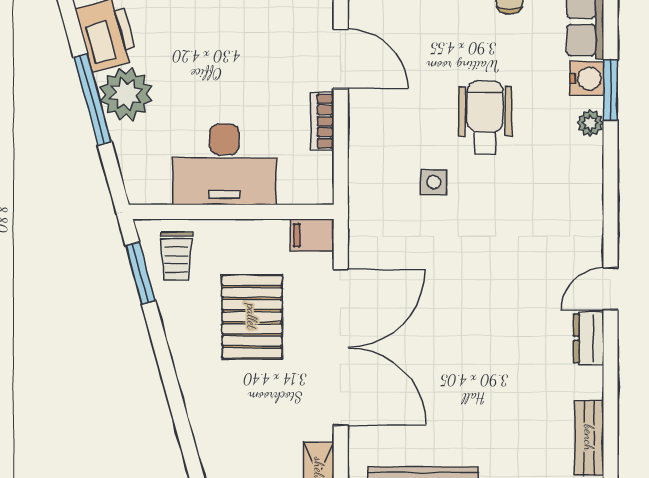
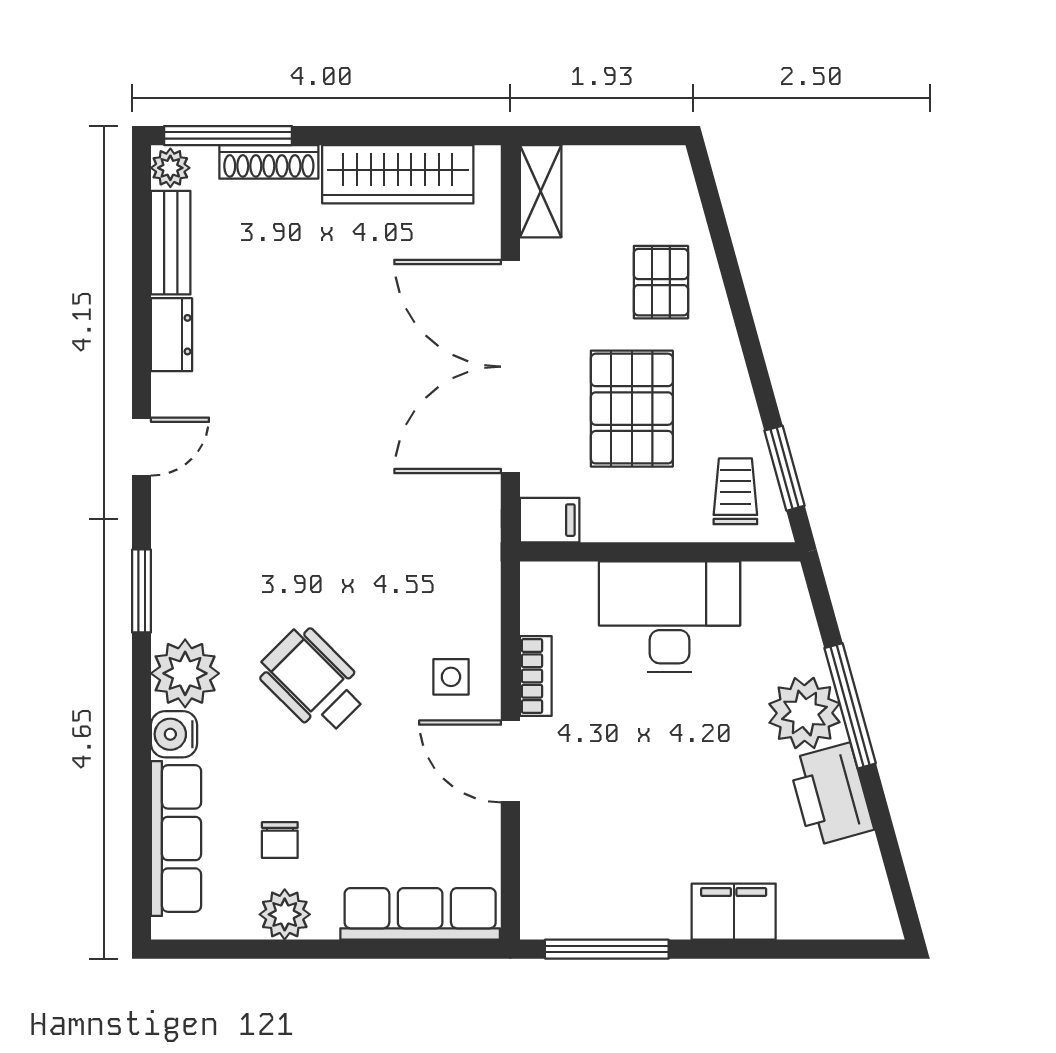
window: (610, 90) -> (142, 591), moved
wheelchair: (485, 117) -> (313, 681), turned 135
plant: (590, 123) -> (185, 673), width x1.88, depth x1.88
side table: (434, 182) -> (451, 677), moved
dresser: (589, 338) -> (172, 335), moved
pallet: (231, 409) -> (661, 282), added

